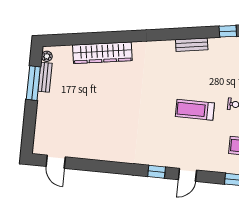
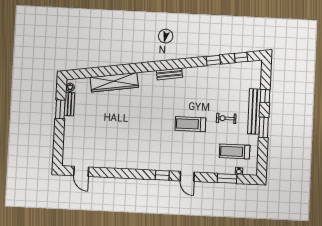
bench: (192, 45) -> (169, 74), moved
window: (33, 83) -> (60, 109), width x0.69
door: (187, 175) -> (187, 176), hinge flipped

